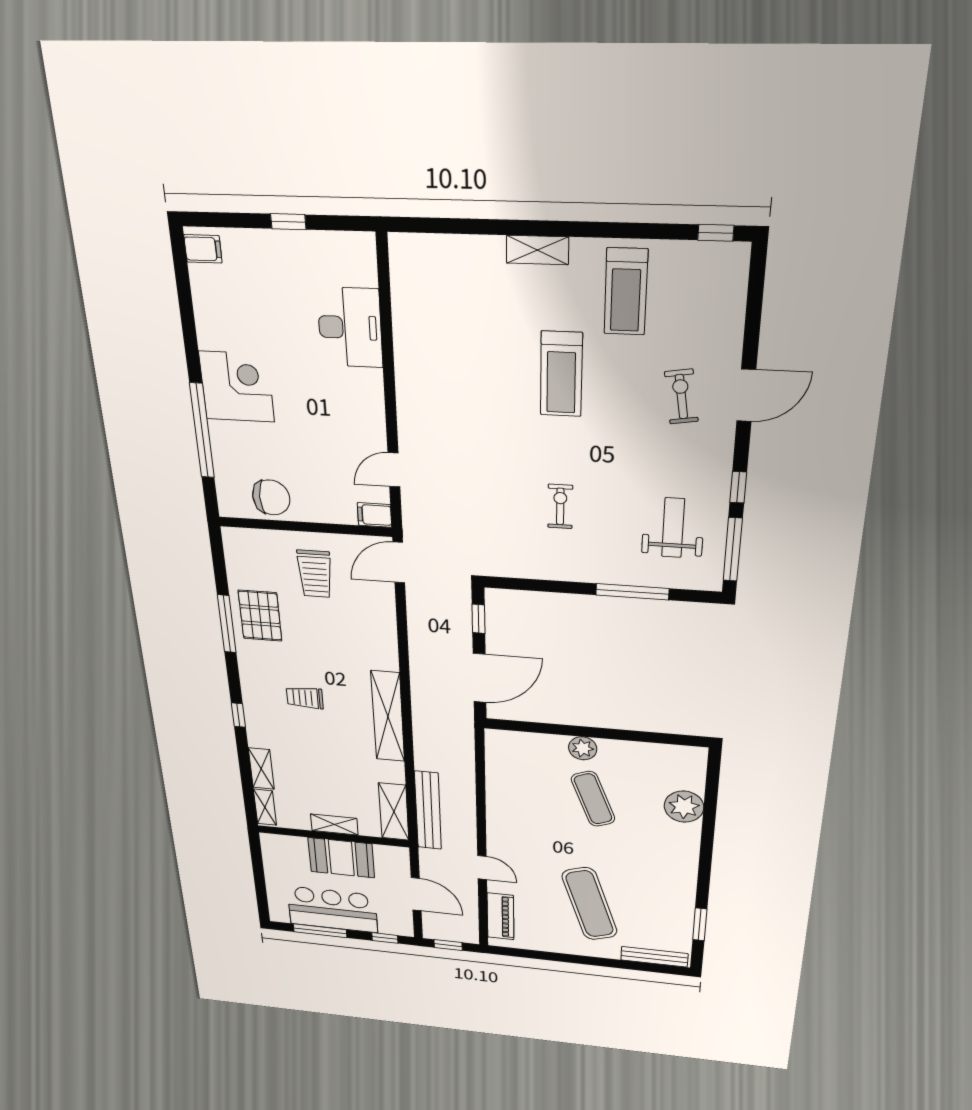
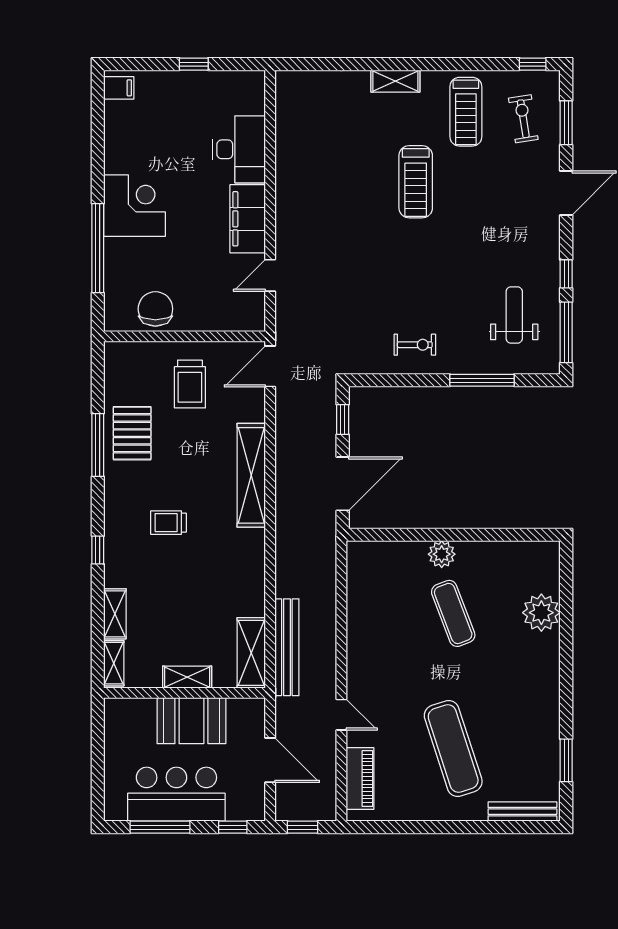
window: (754, 310) -> (566, 123), added
exercise bike: (681, 397) -> (523, 119), moved
chair: (271, 497) -> (155, 309), turned -90
exercise bike: (560, 506) -> (415, 345), moved, turned 90
filing cabinet: (375, 515) -> (248, 219), moved, width x3.00, depth x1.17
shelving: (388, 716) -> (251, 475), moved

